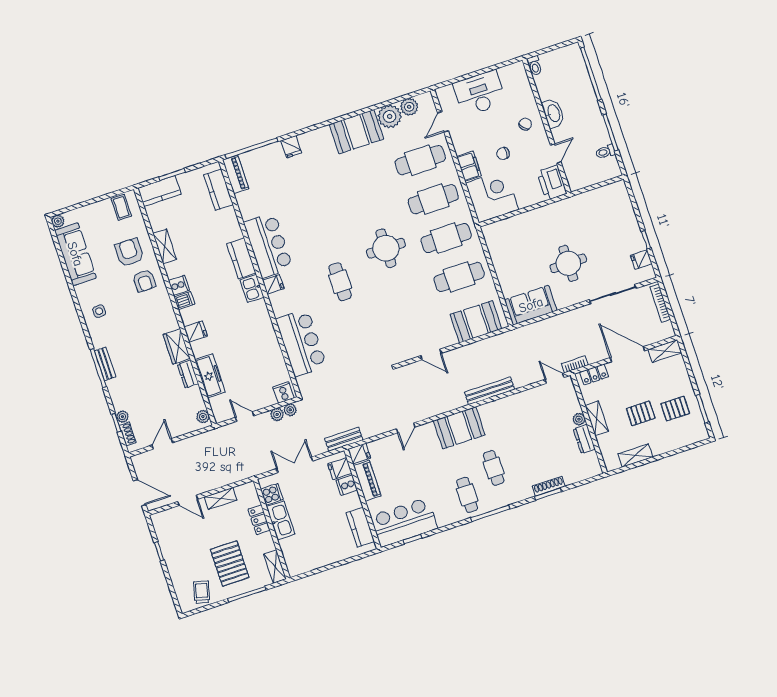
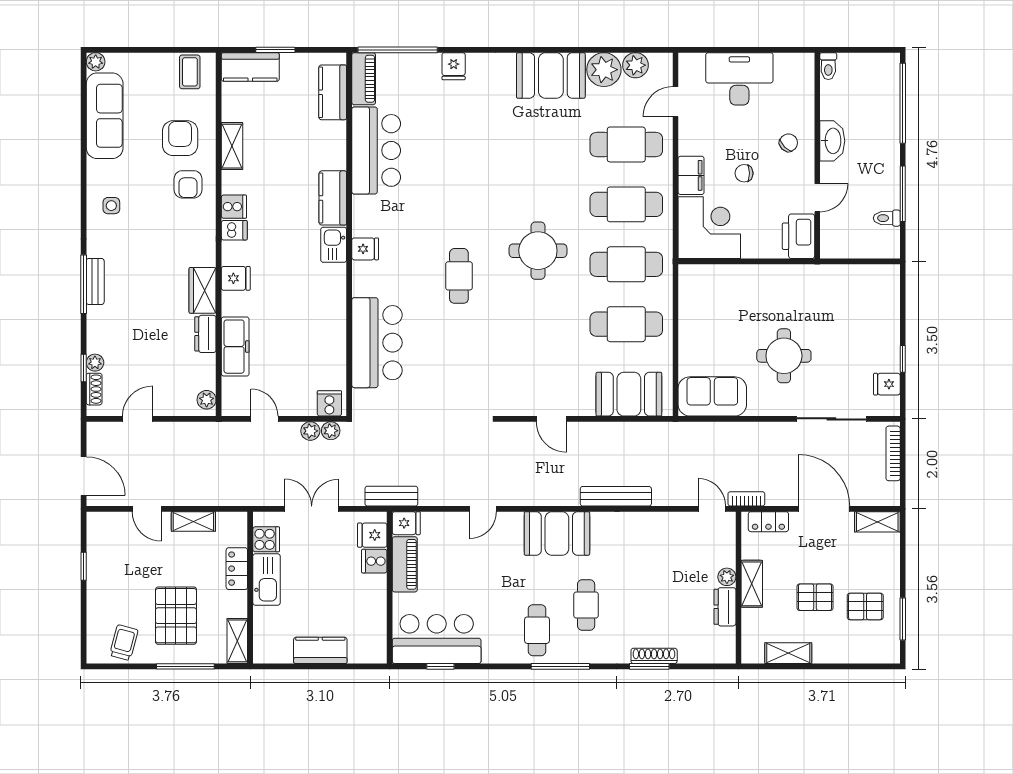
bar counter: (268, 245) -> (376, 150), moved
kitchen counter: (360, 527) -> (320, 650), moved, turned 90

